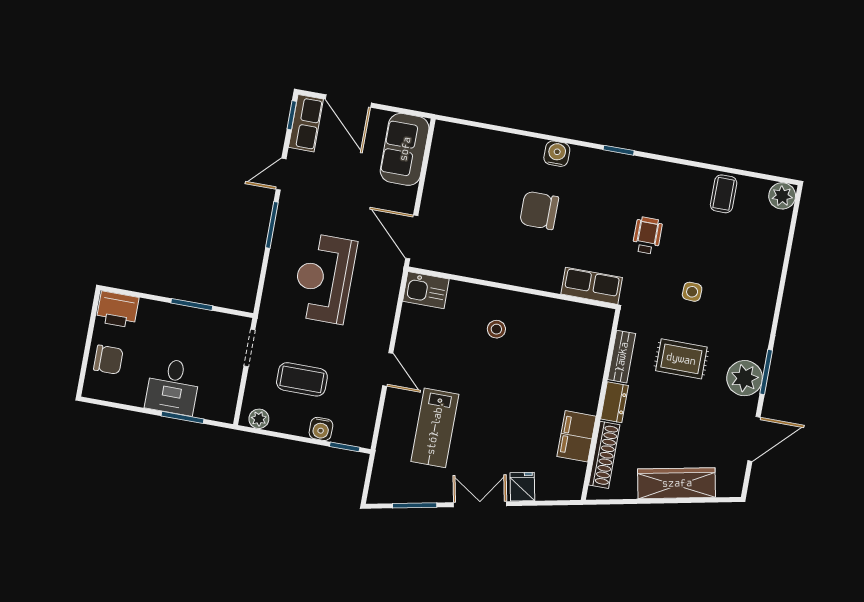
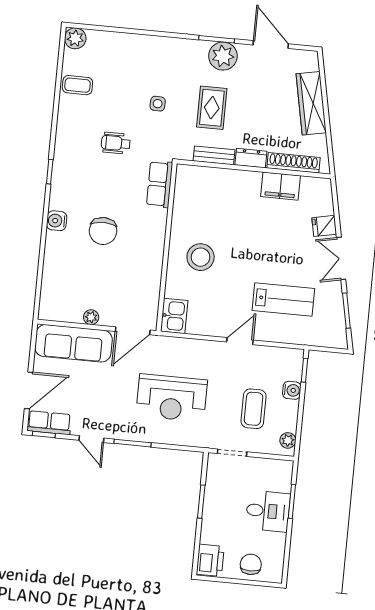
sofa: (405, 149) -> (73, 343), width x1.36
plant: (433, 187) -> (91, 317), added
stool: (496, 329) -> (201, 257), width x1.89, depth x1.89

